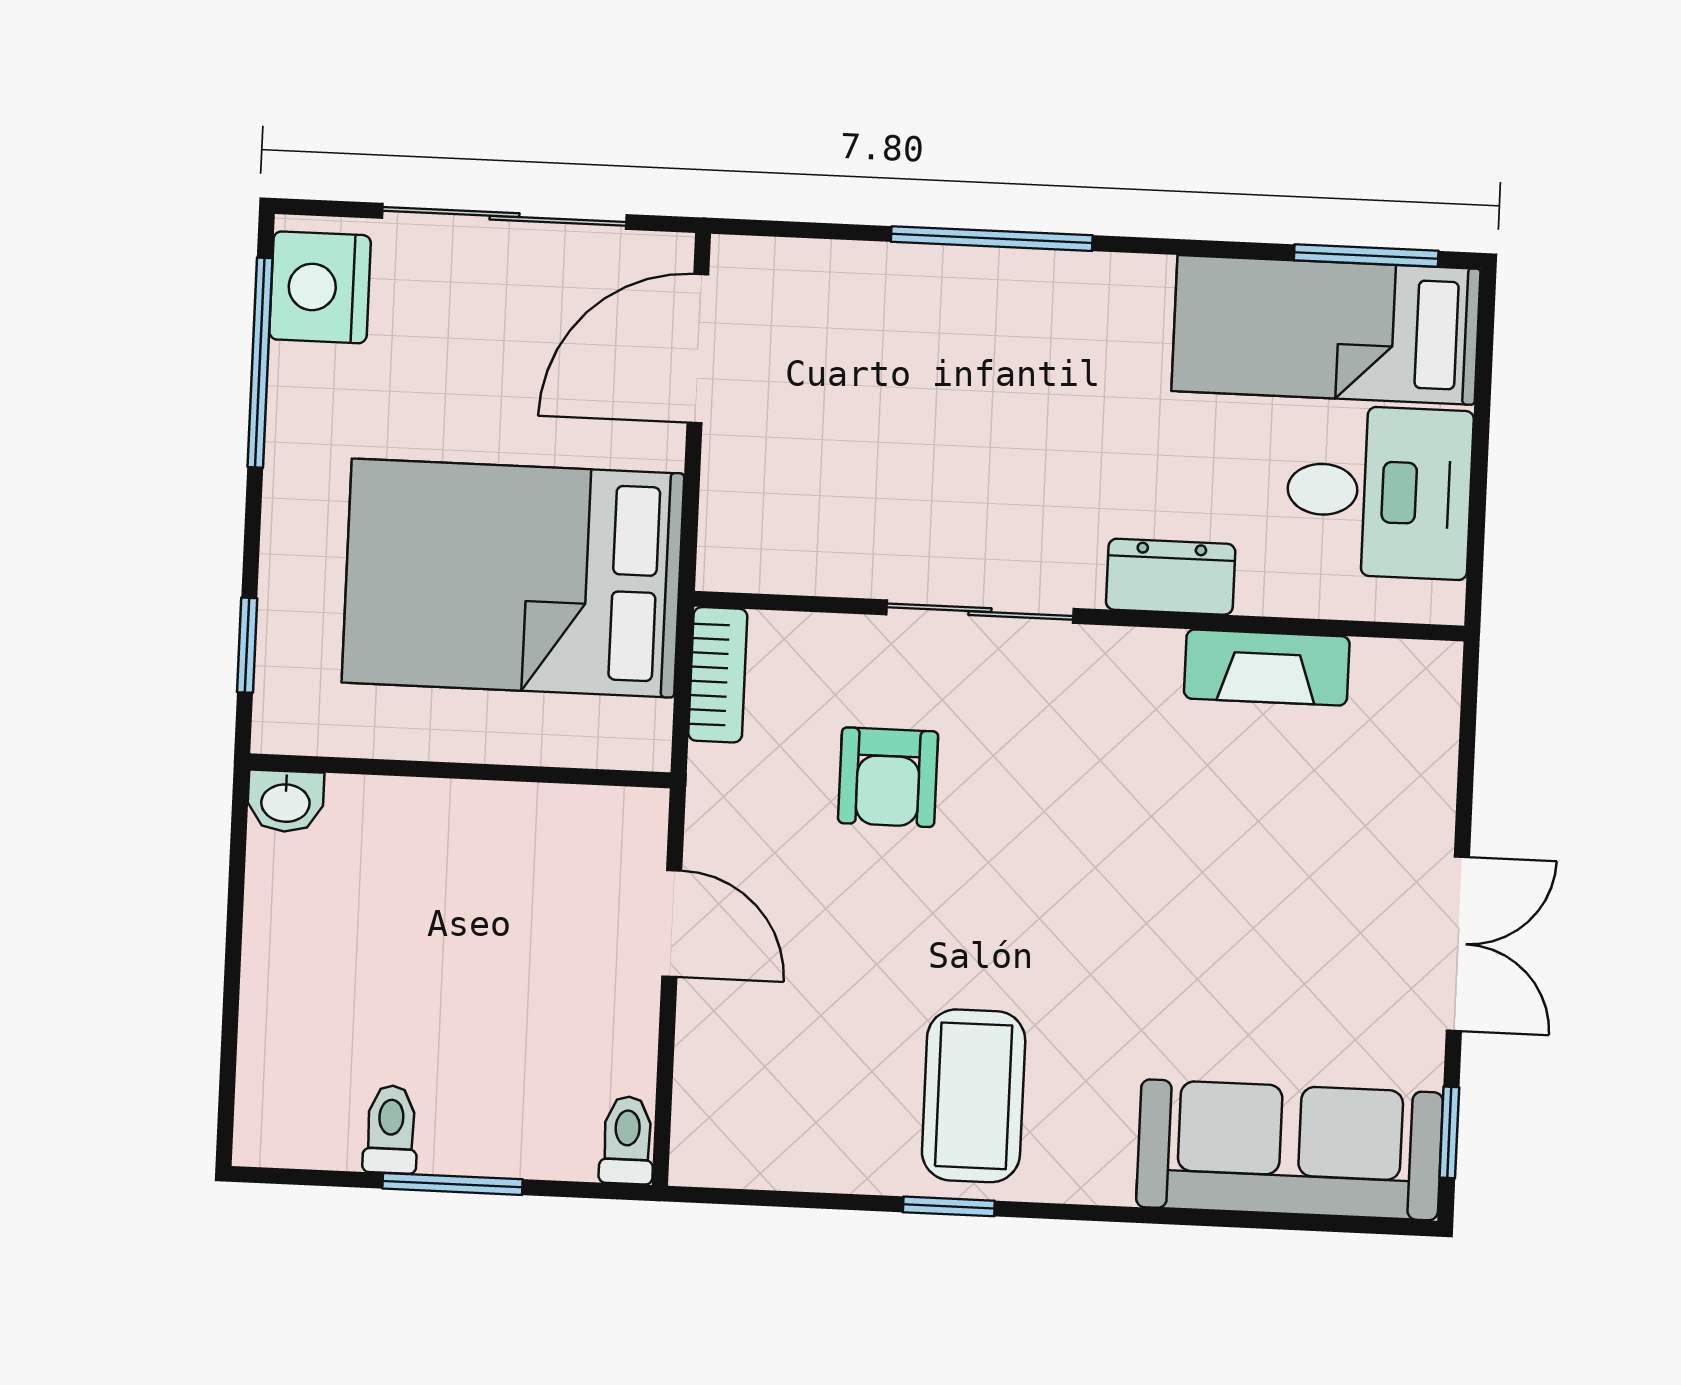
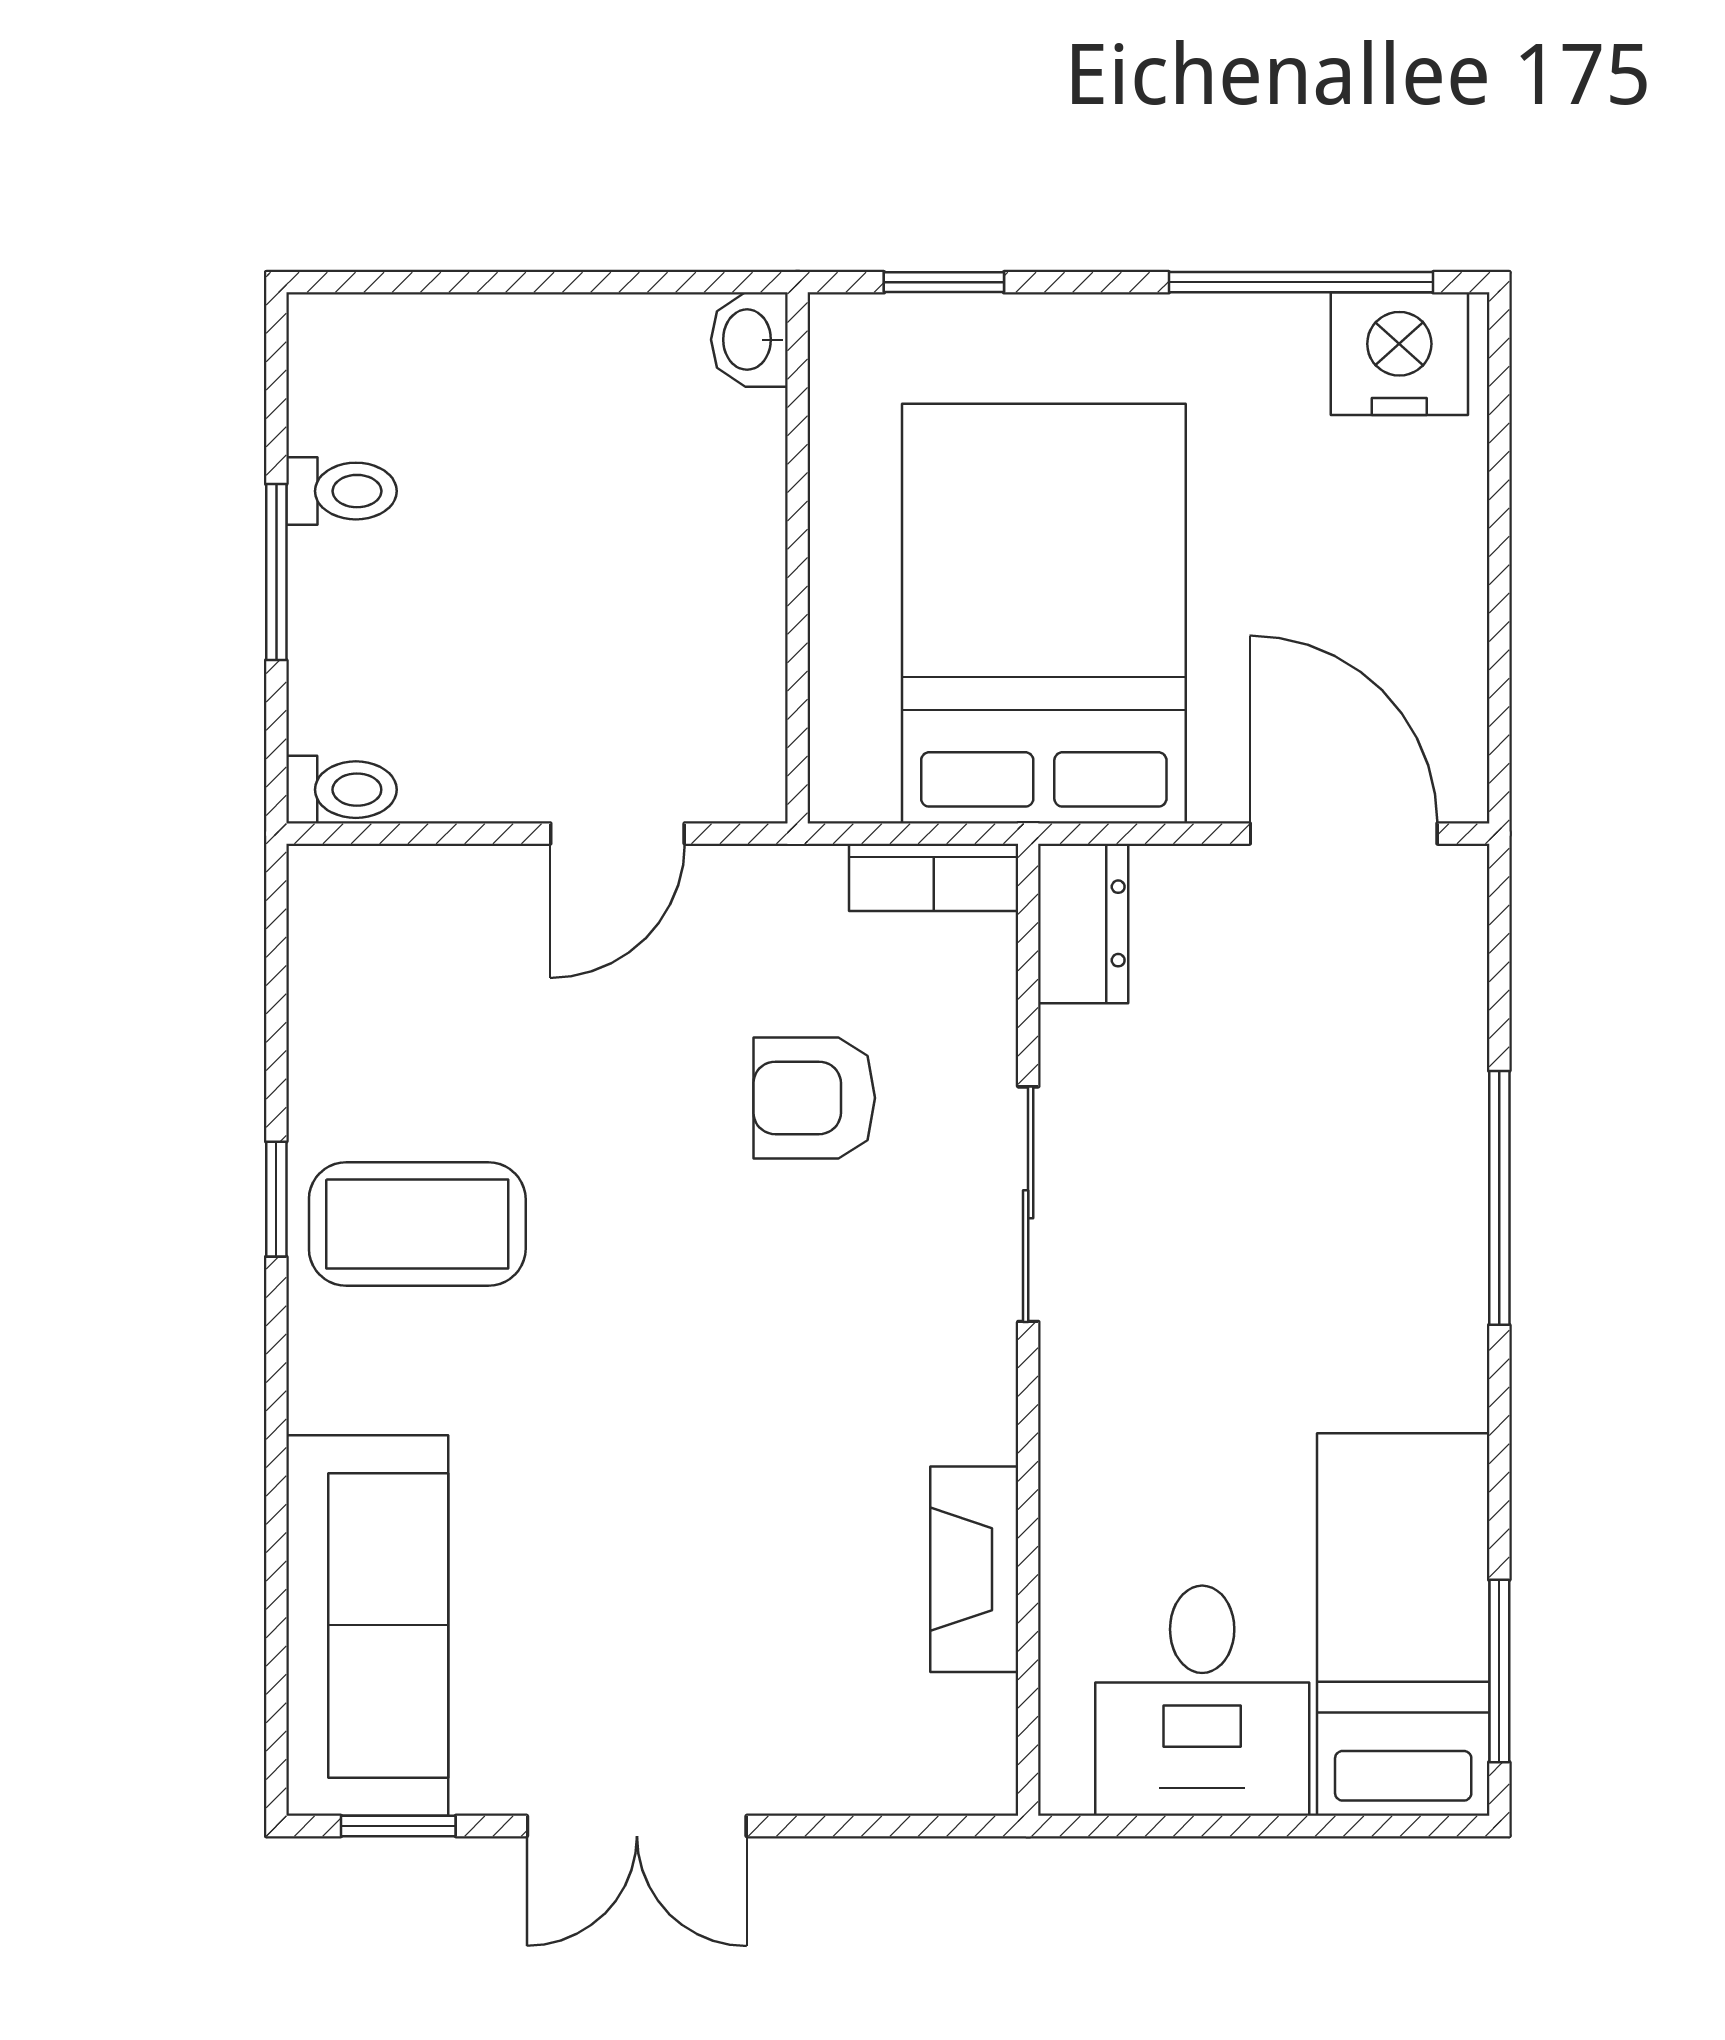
sliding door: (504, 216) -> (1499, 582), removed
dresser: (1171, 577) -> (1083, 923), moved

